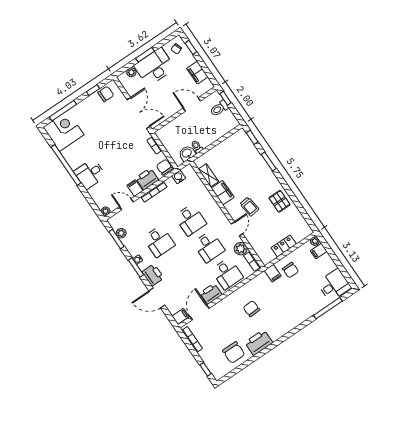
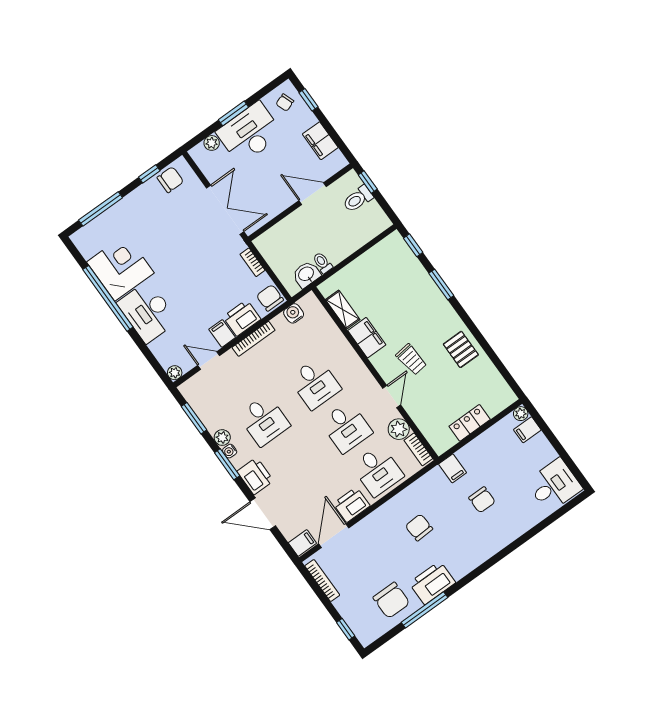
corner desk: (64, 131) -> (120, 267), moved
desk: (90, 174) -> (147, 312), width x1.37
plant: (121, 233) -> (222, 438), moved
chair: (291, 270) -> (482, 500), moved
window: (328, 308) -> (425, 610), moved

